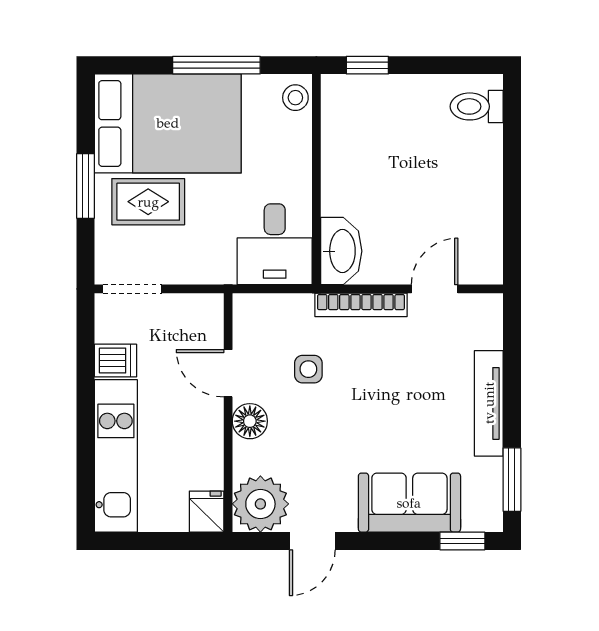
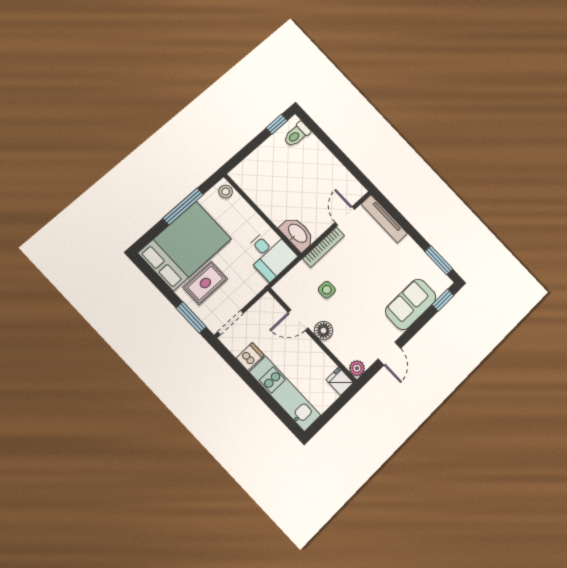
window: (367, 65) -> (277, 124), moved
window: (86, 186) -> (191, 317), moved
tv unit: (489, 403) -> (384, 219), moved
plant: (260, 504) -> (357, 368), width x0.53, depth x0.53

